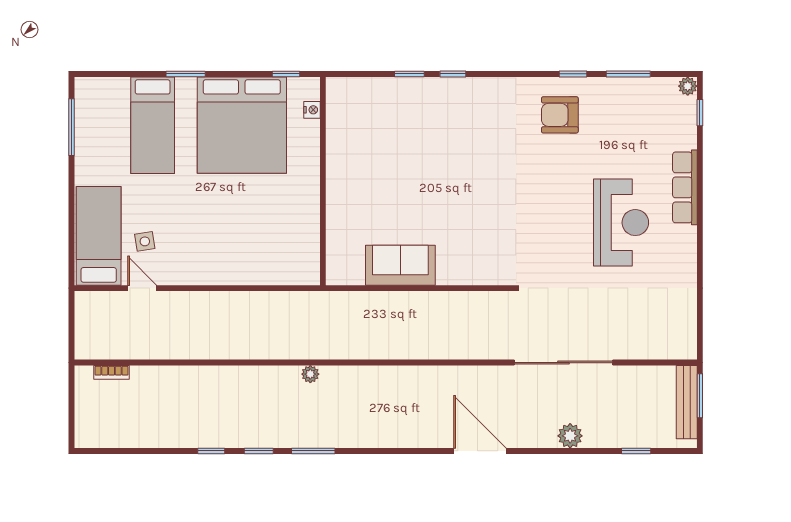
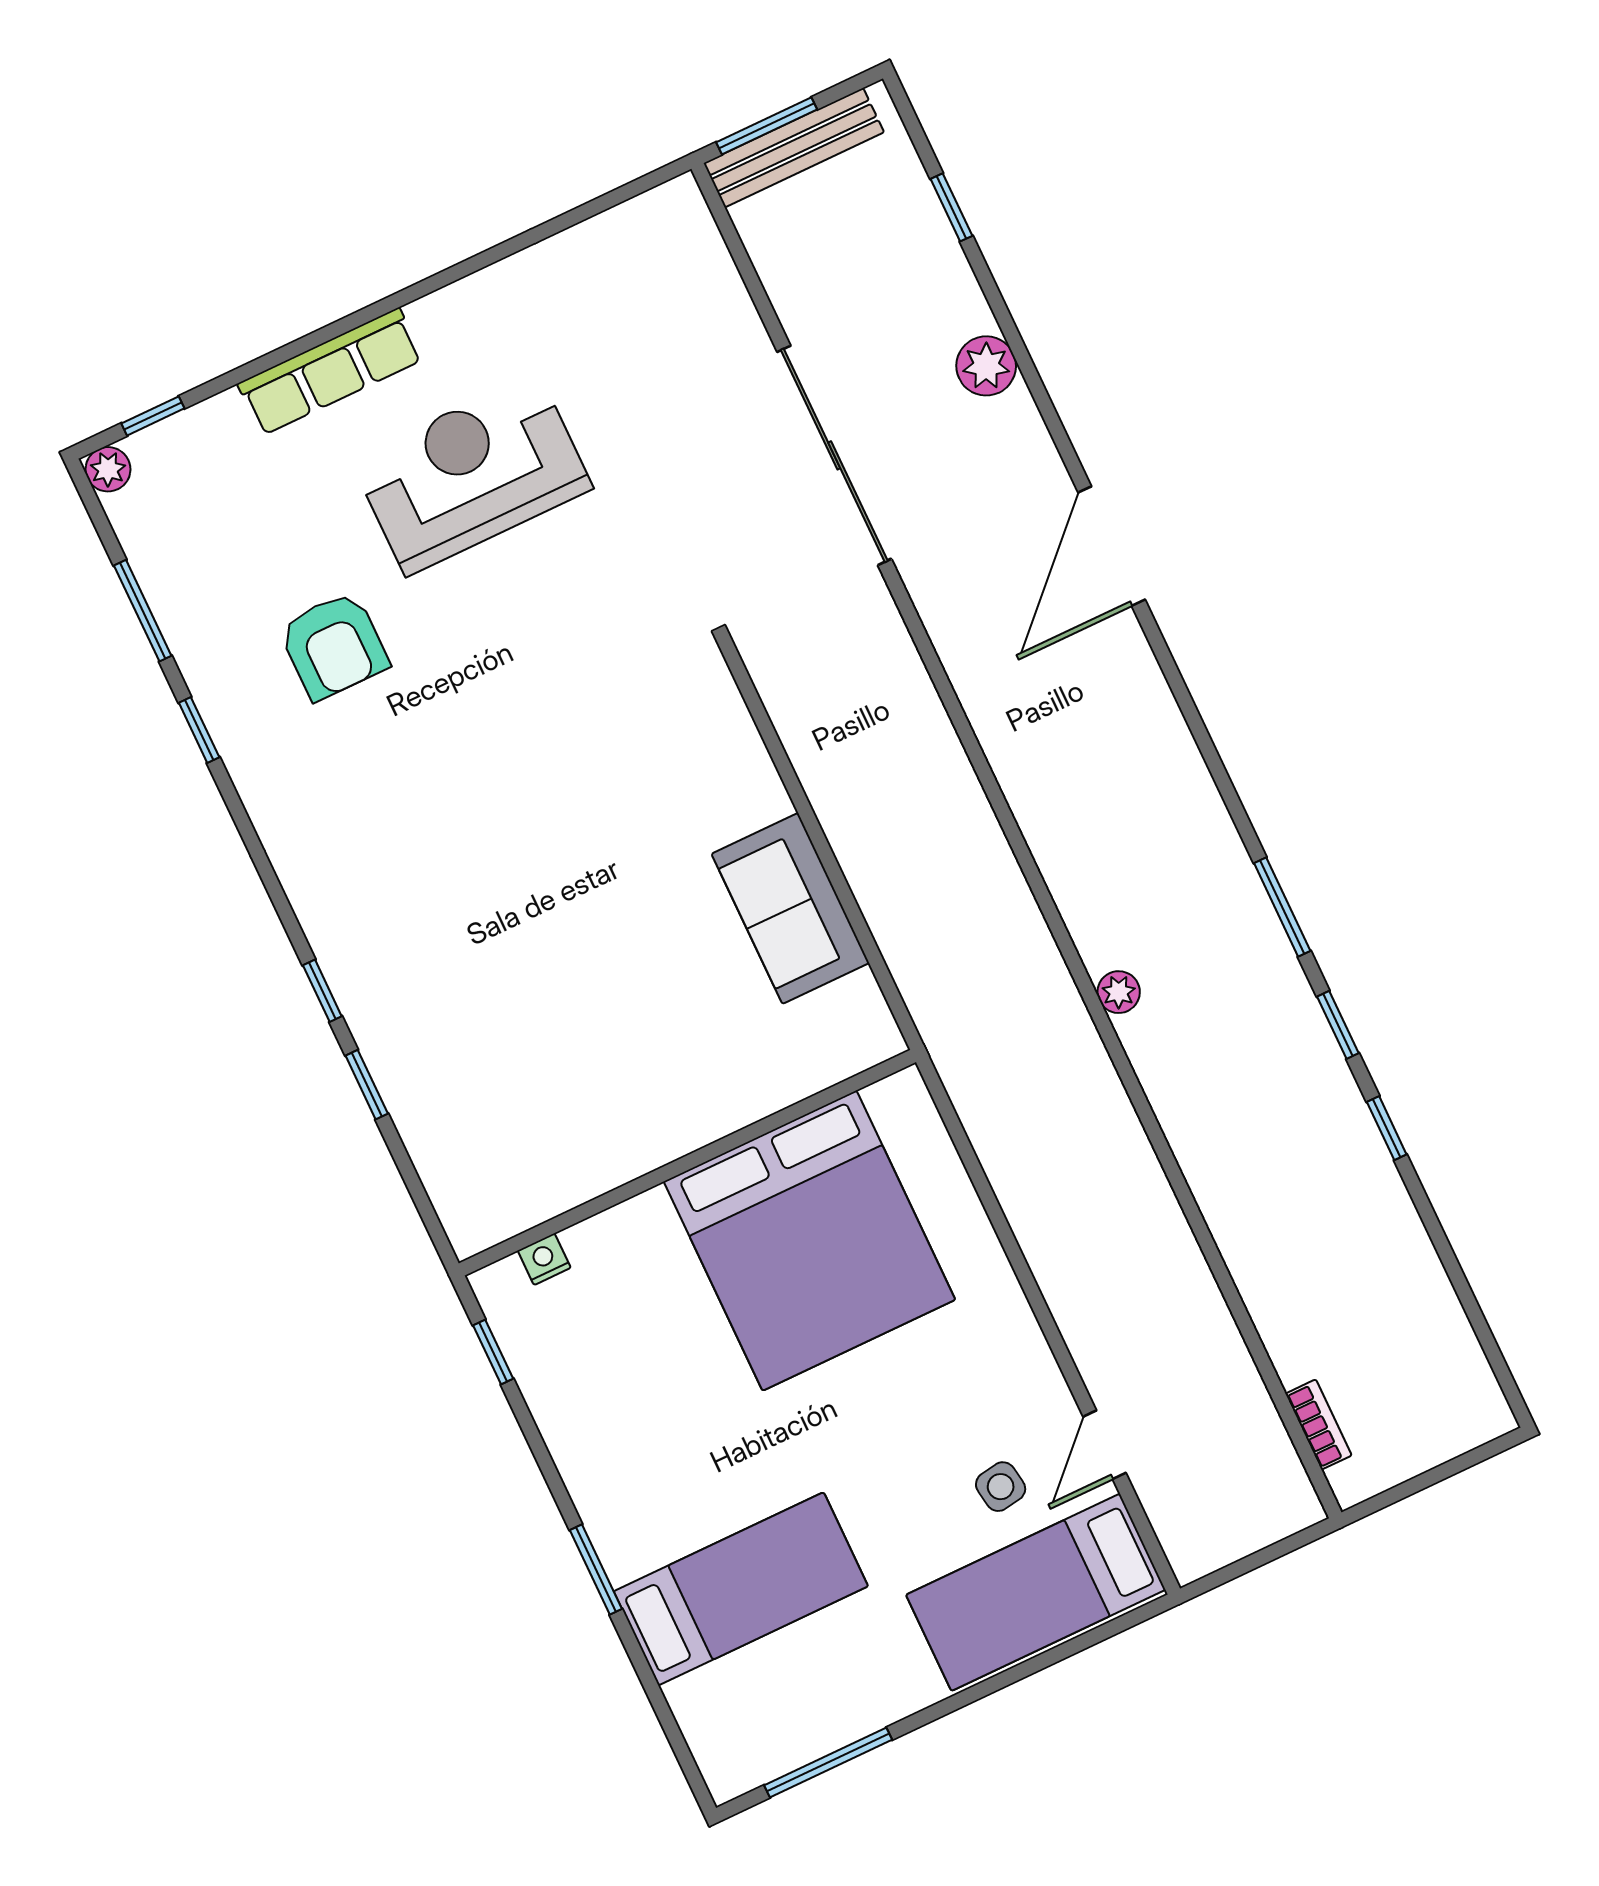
armchair: (560, 115) -> (334, 646), moved
bed: (242, 125) -> (809, 1241), moved, turned 90

